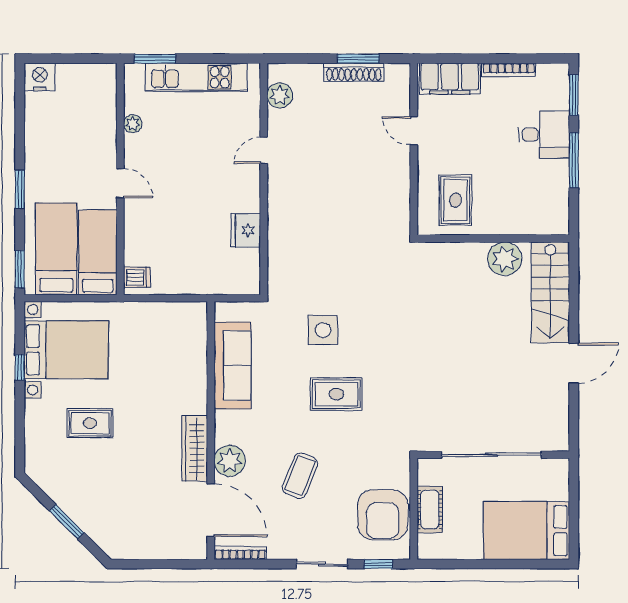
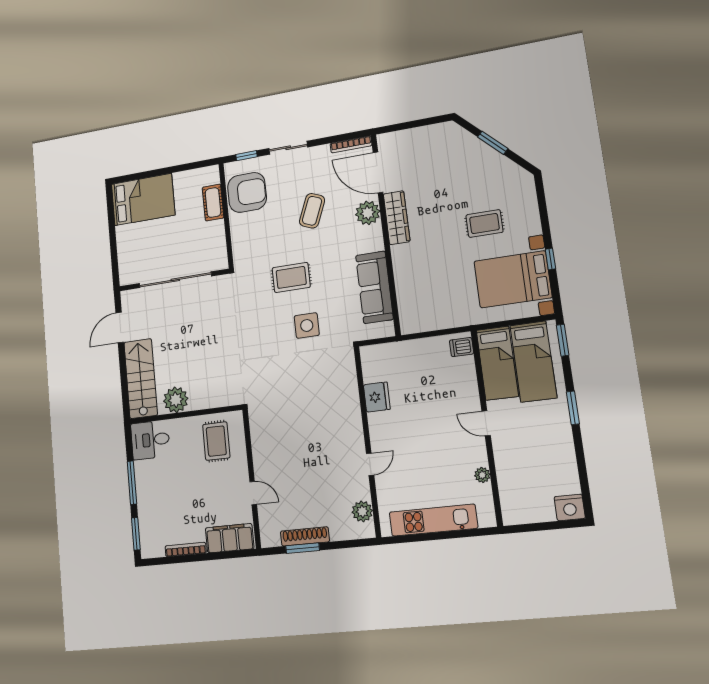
window: (155, 59) -> (471, 533), removed
desk: (544, 135) -> (150, 440), moved
sliding door: (491, 455) -> (175, 280), moved
wall: (493, 455) -> (174, 280), moved
armchair: (383, 515) -> (247, 192), turned 90

